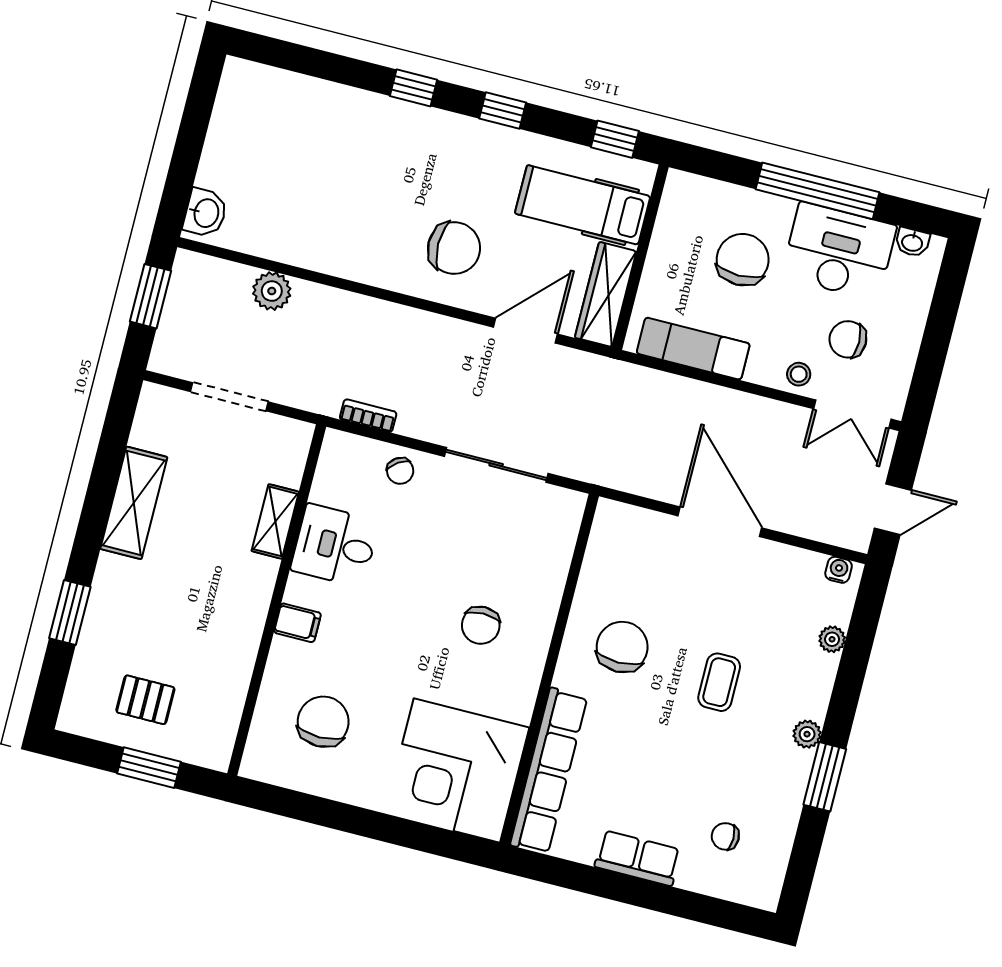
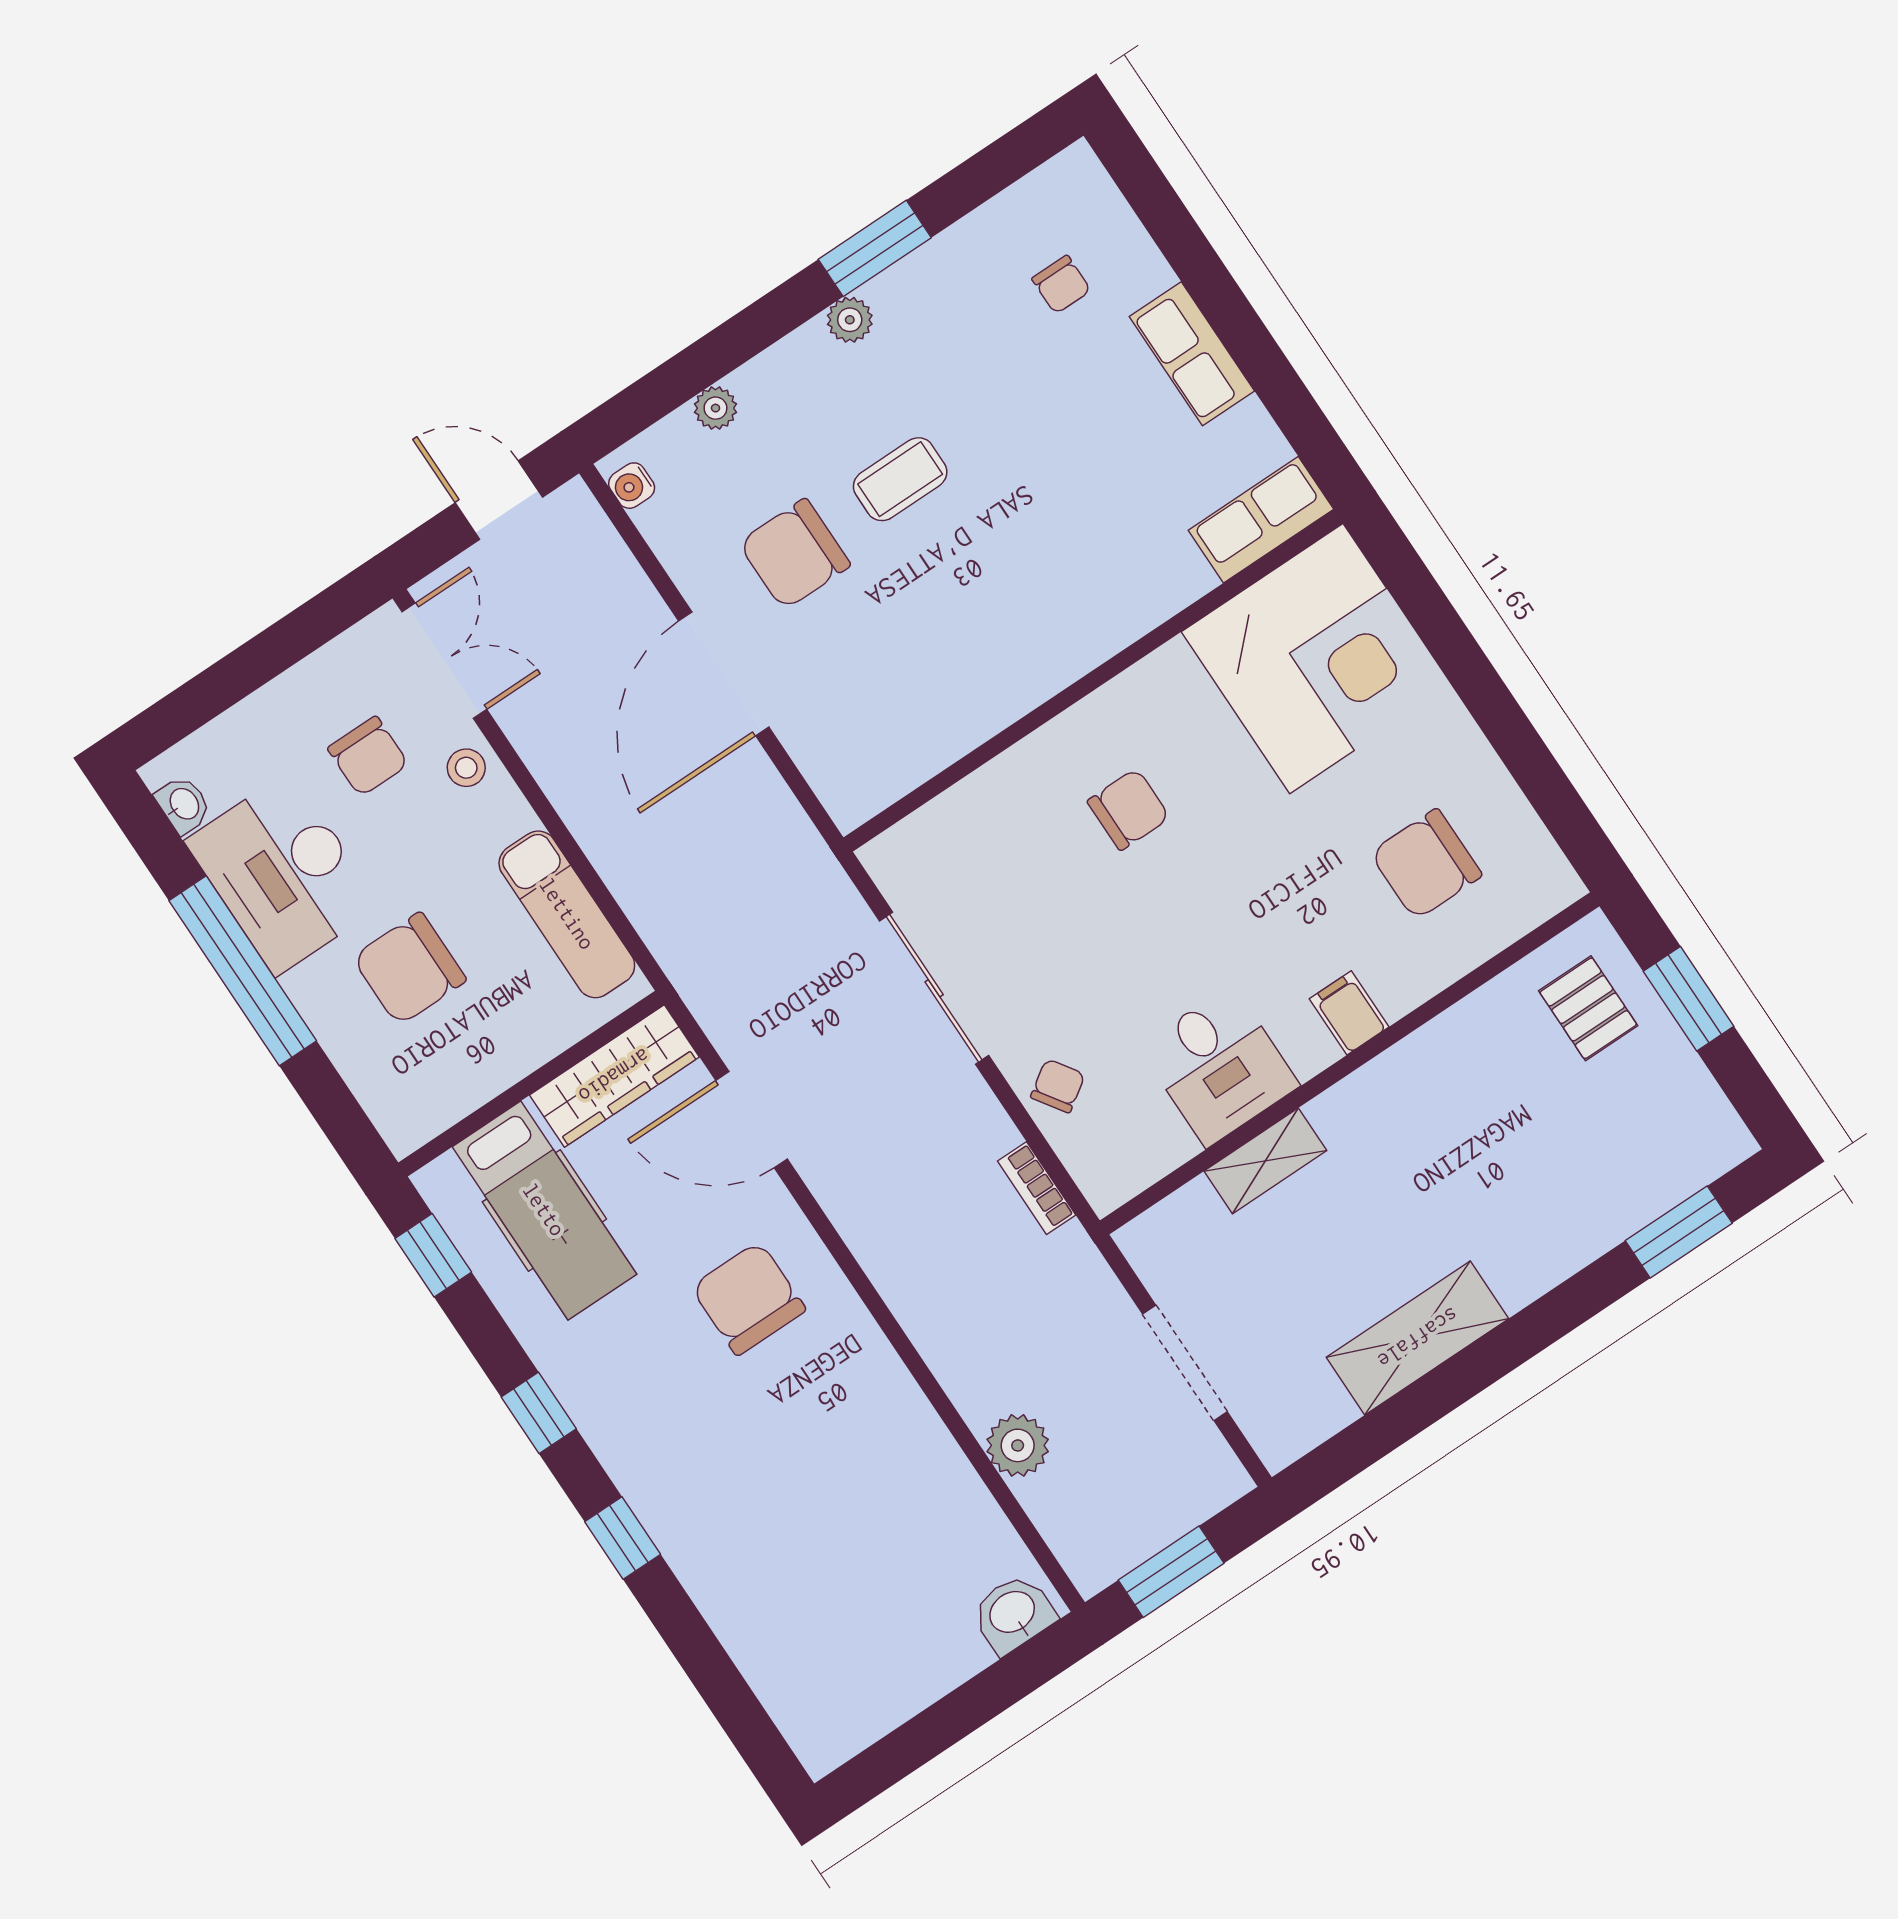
window: (70, 613) -> (1679, 1232), moved
chair: (622, 647) -> (795, 554), moved
pallet: (145, 700) -> (1588, 1008), moved
row of seats: (549, 771) -> (1261, 520), width x0.50

